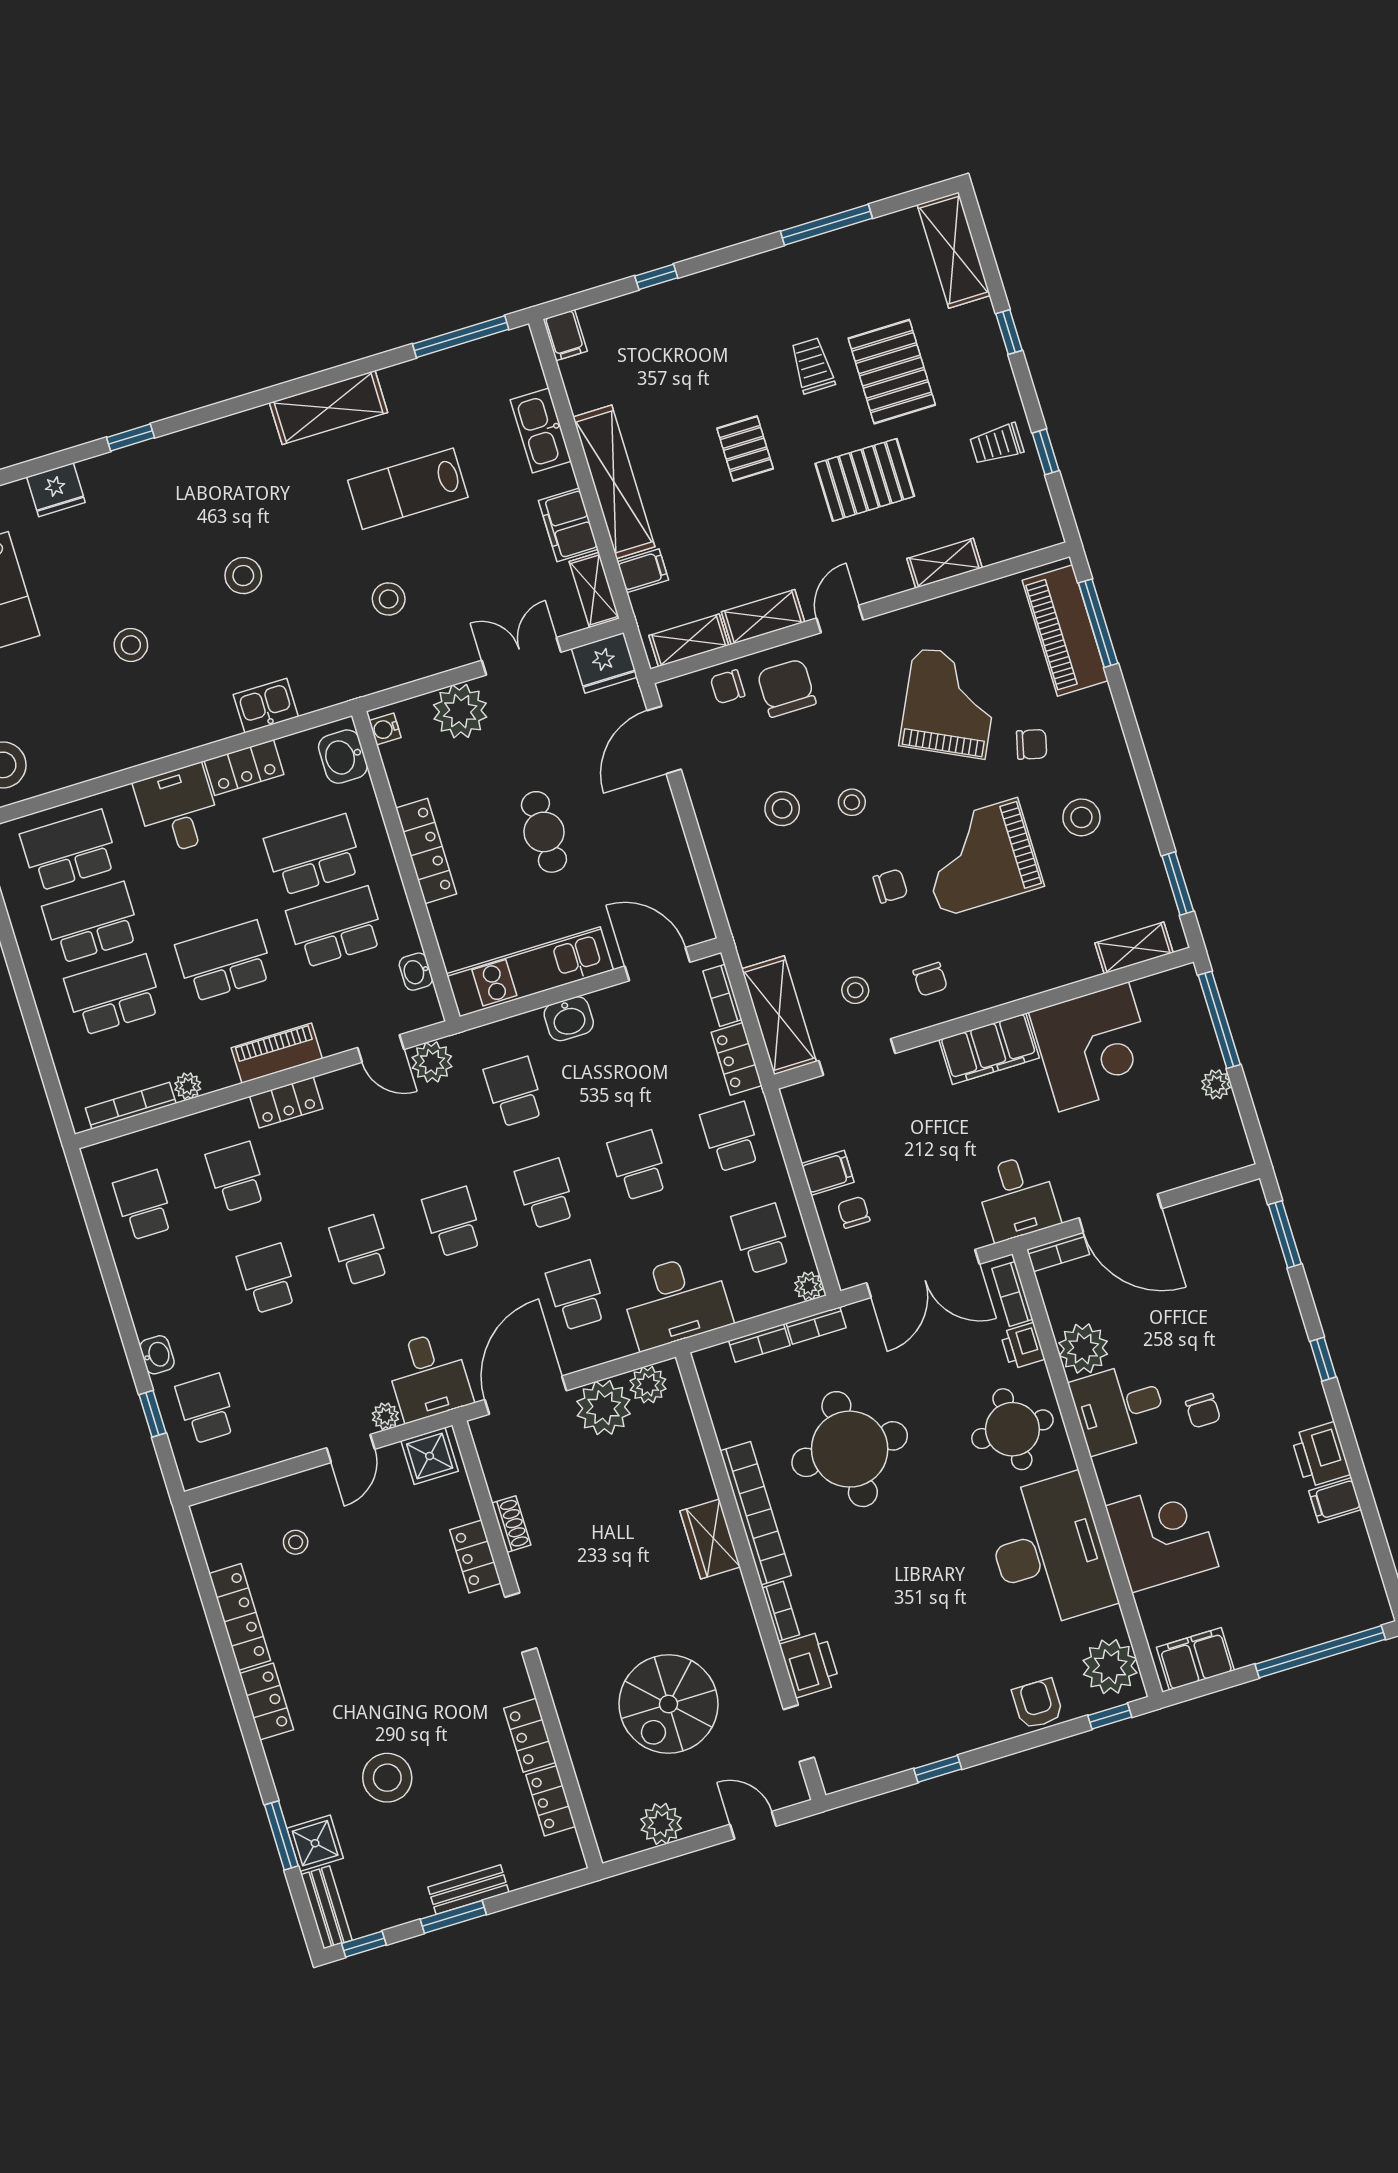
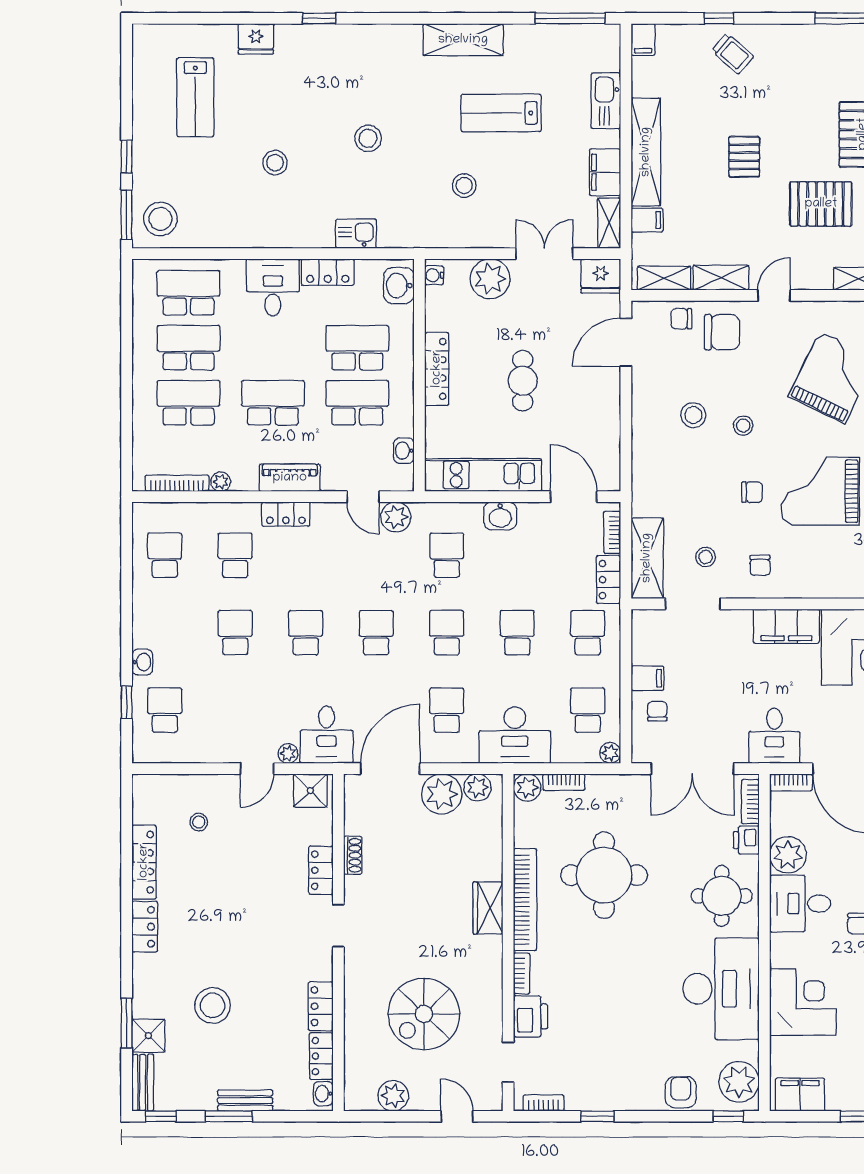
trolley: (813, 366) -> (733, 54), moved, turned 131
chair: (787, 688) -> (722, 332), turned 90
bookcase: (816, 1325) -> (544, 1103), moved, turned 180
plant: (713, 1365) -> (527, 788), added
washbasin: (568, 1849) -> (323, 1094), added

